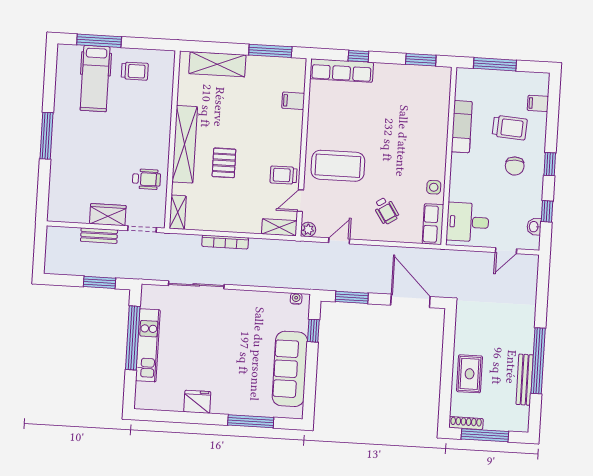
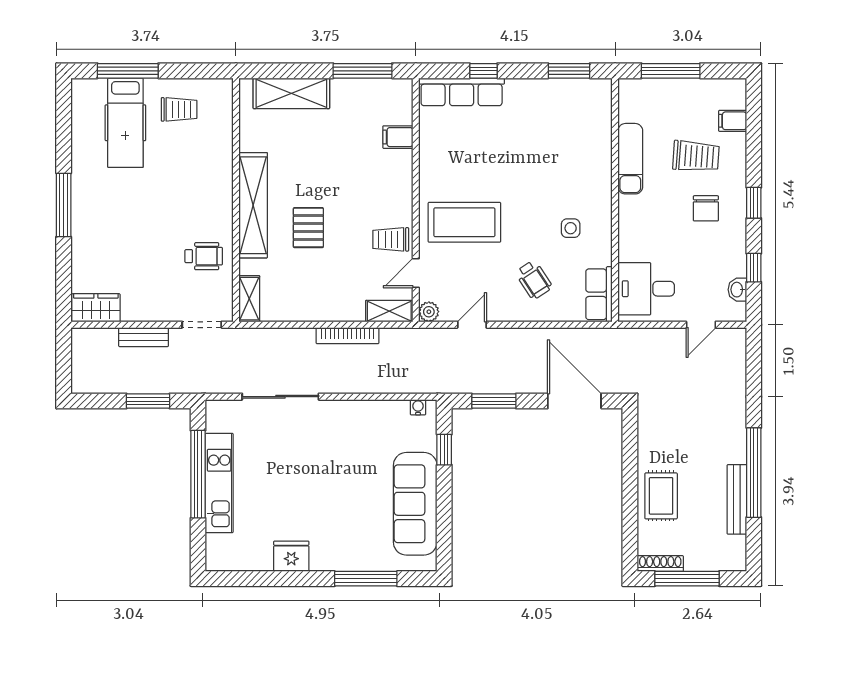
side table: (434, 187) -> (571, 228), moved
wardrobe: (108, 215) -> (96, 308), moved
bookcase: (225, 242) -> (347, 336), moved

